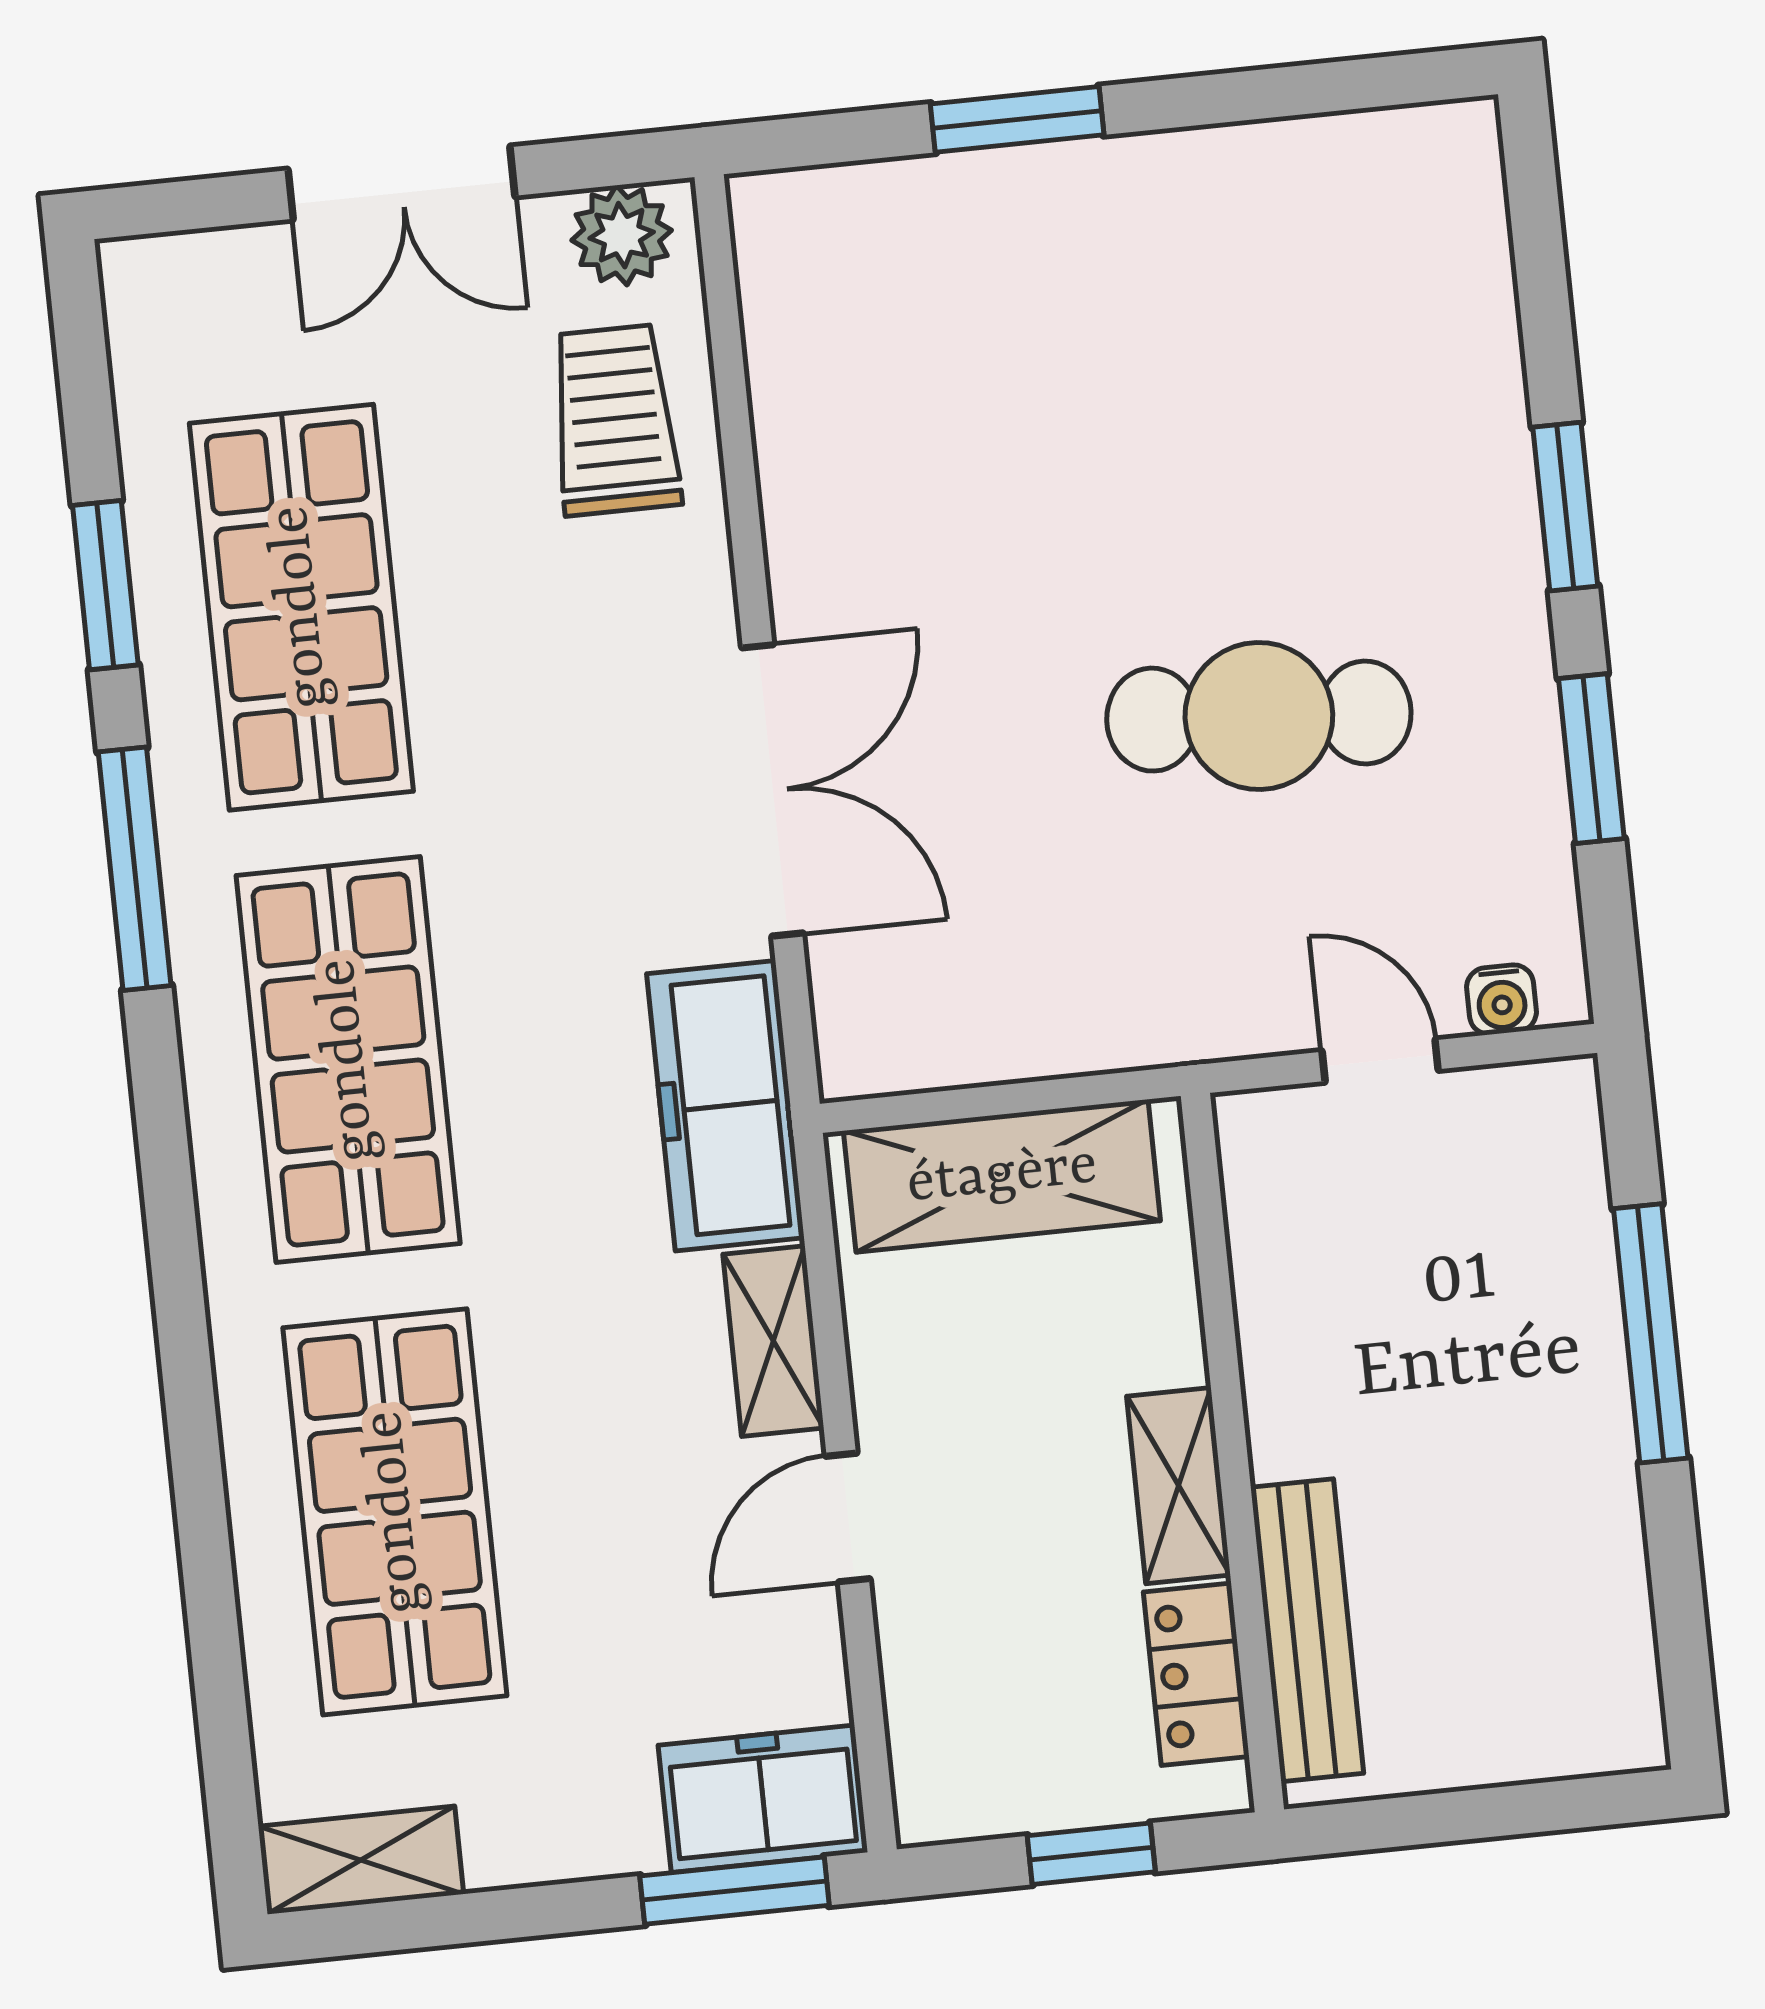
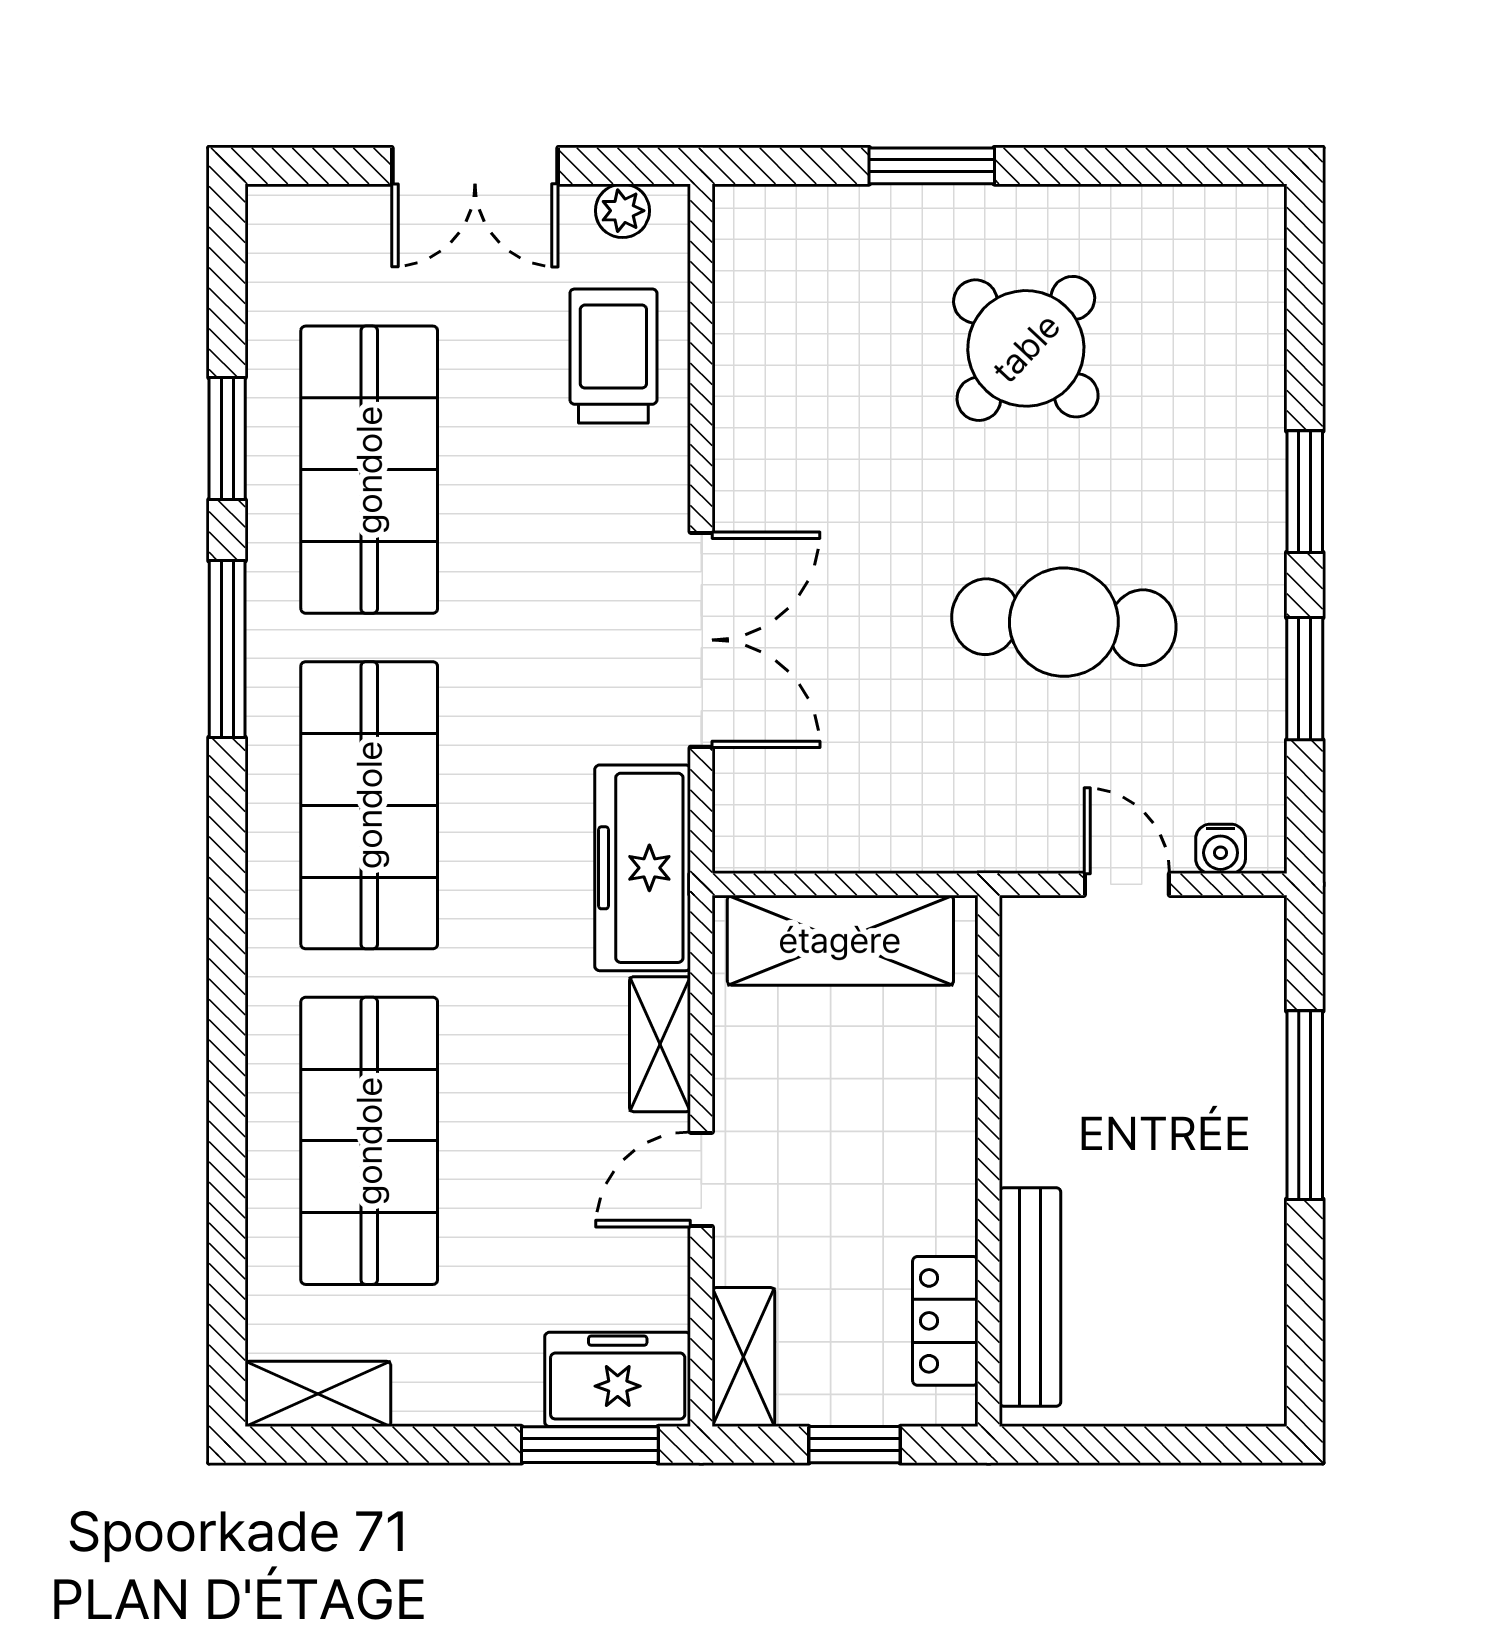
plant: (622, 235) -> (622, 211), width x0.73, depth x0.73
round table: (1169, 352) -> (1026, 348), added
shelving: (1178, 1486) -> (743, 1357), moved

